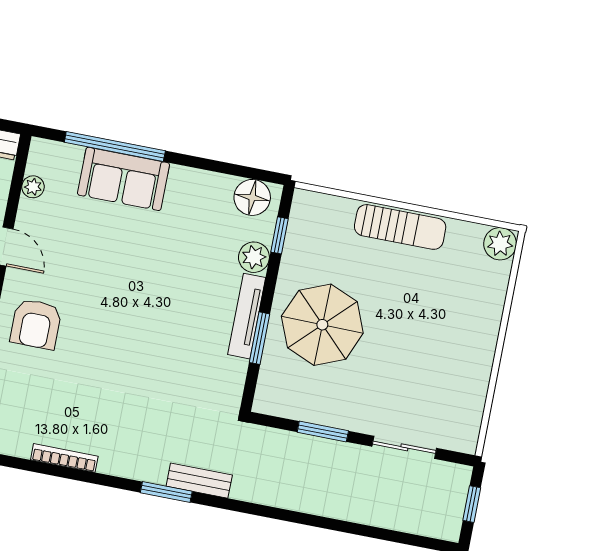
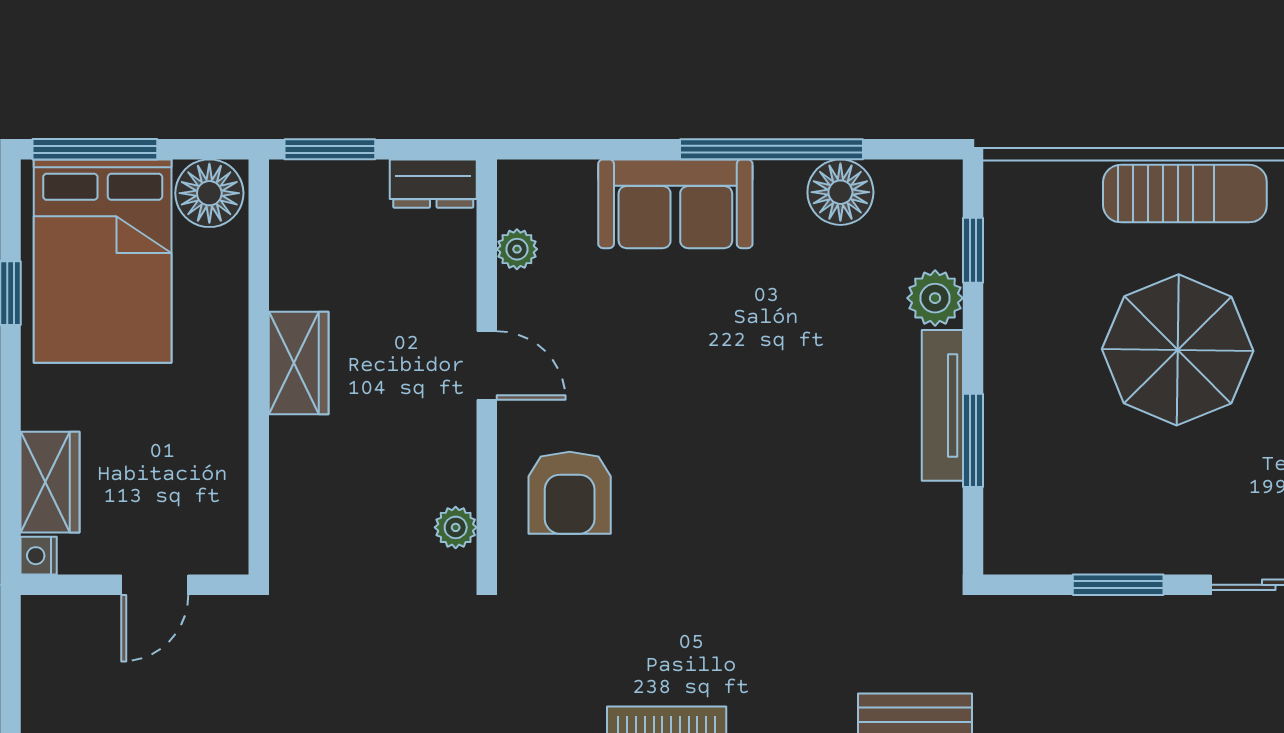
window: (115, 147) -> (772, 149), moved
floor lamp: (252, 197) -> (840, 192), moved
parasol: (322, 325) -> (1178, 350), moved

